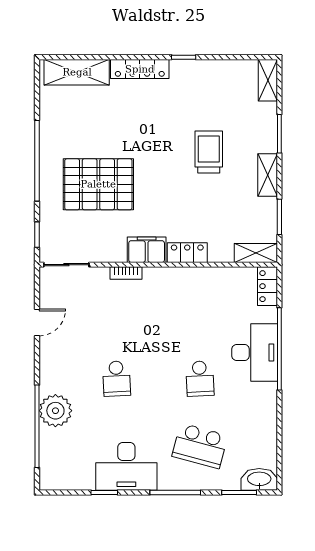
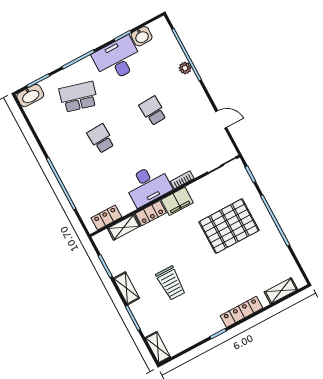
shelving: (77, 72) -> (281, 291), width x0.67, depth x0.75
shelving: (256, 253) -> (124, 227), moved
locker: (267, 286) -> (106, 218), moved, turned -90
door: (37, 322) -> (221, 119), swing flipped
desk: (255, 352) -> (148, 185), moved, turned -90
plant: (55, 411) -> (185, 68), width x0.53, depth x0.53
washbasin: (81, 479) -> (142, 36), added

